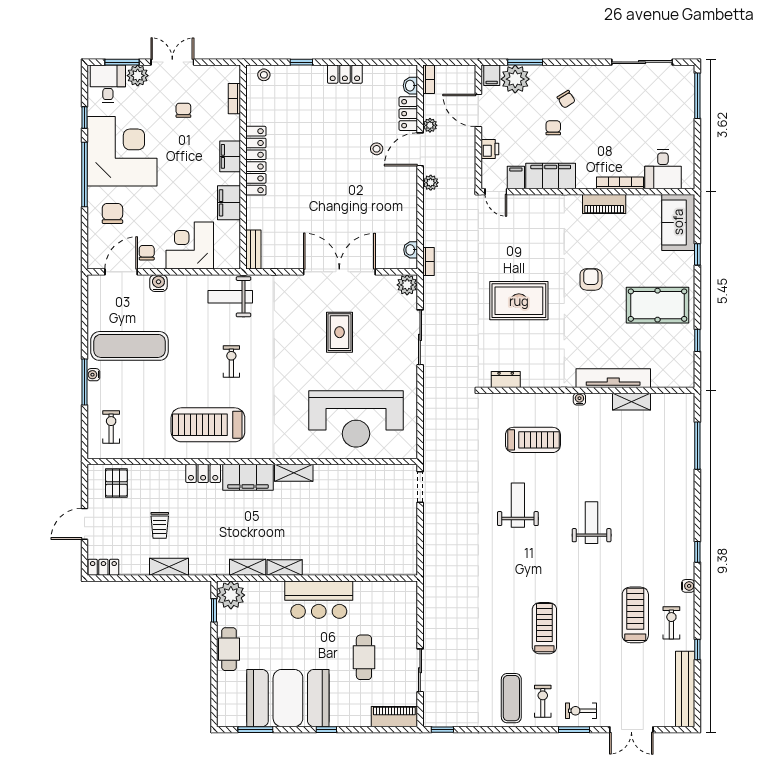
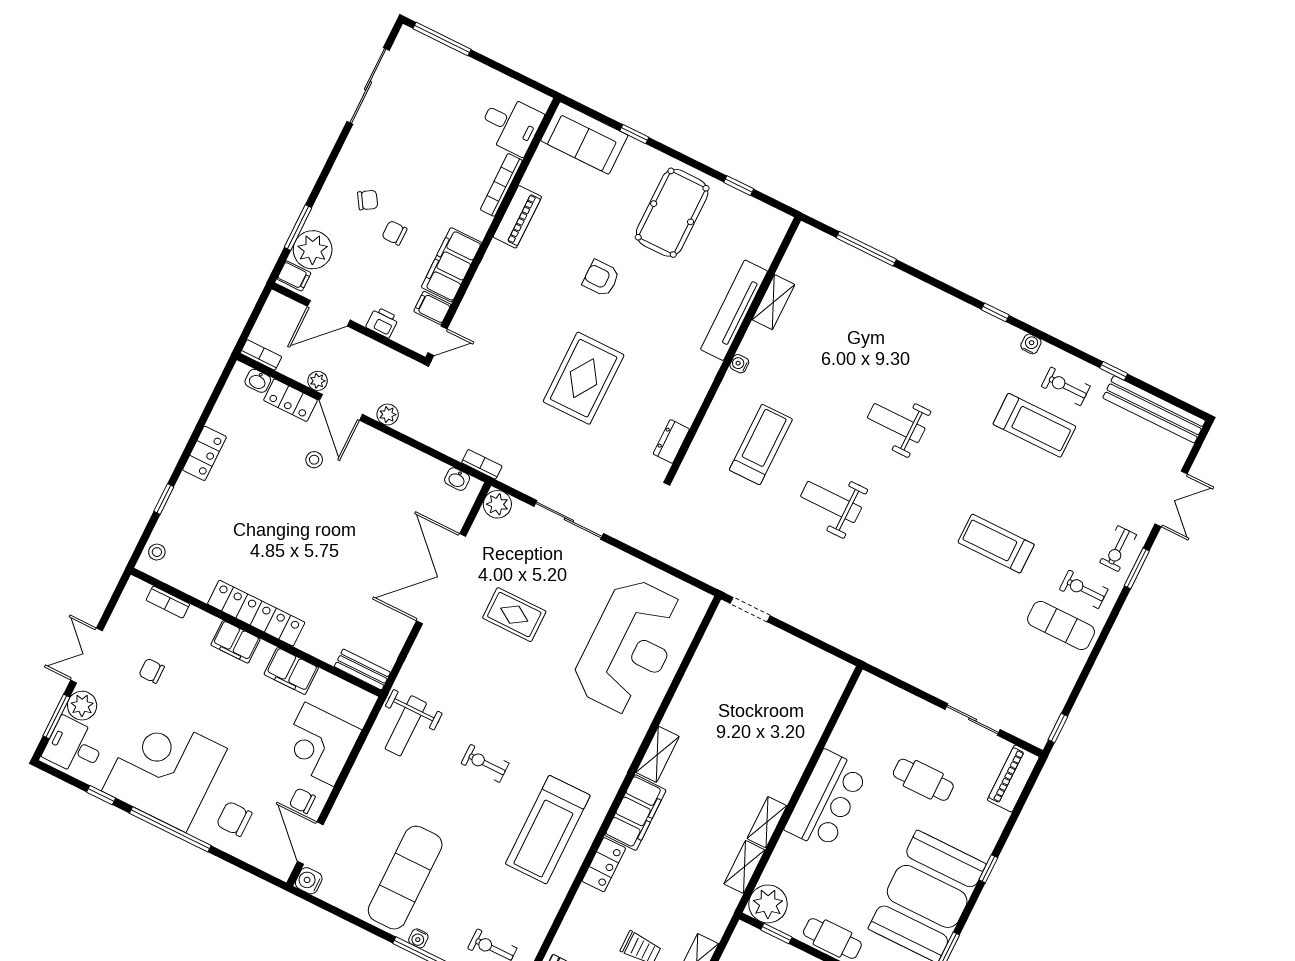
water cooler: (158, 283) -> (309, 881), moved
treadmill: (635, 615) -> (1034, 425), turned 180

